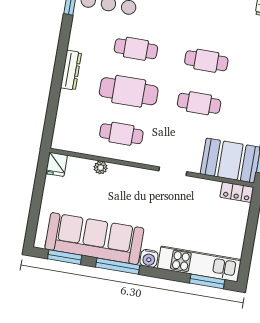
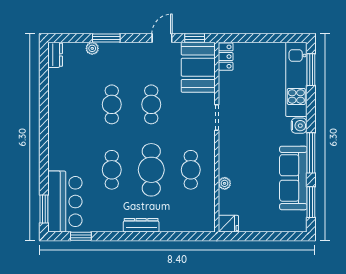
sofa: (94, 239) -> (293, 178), width x0.74, depth x0.79

